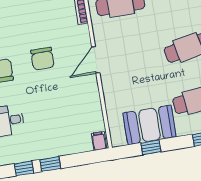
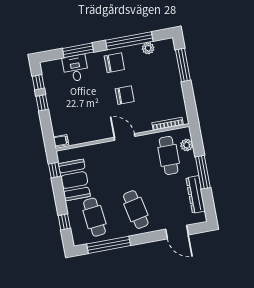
chair: (42, 59) -> (125, 95), turned 180
window: (151, 147) -> (55, 170), moved

